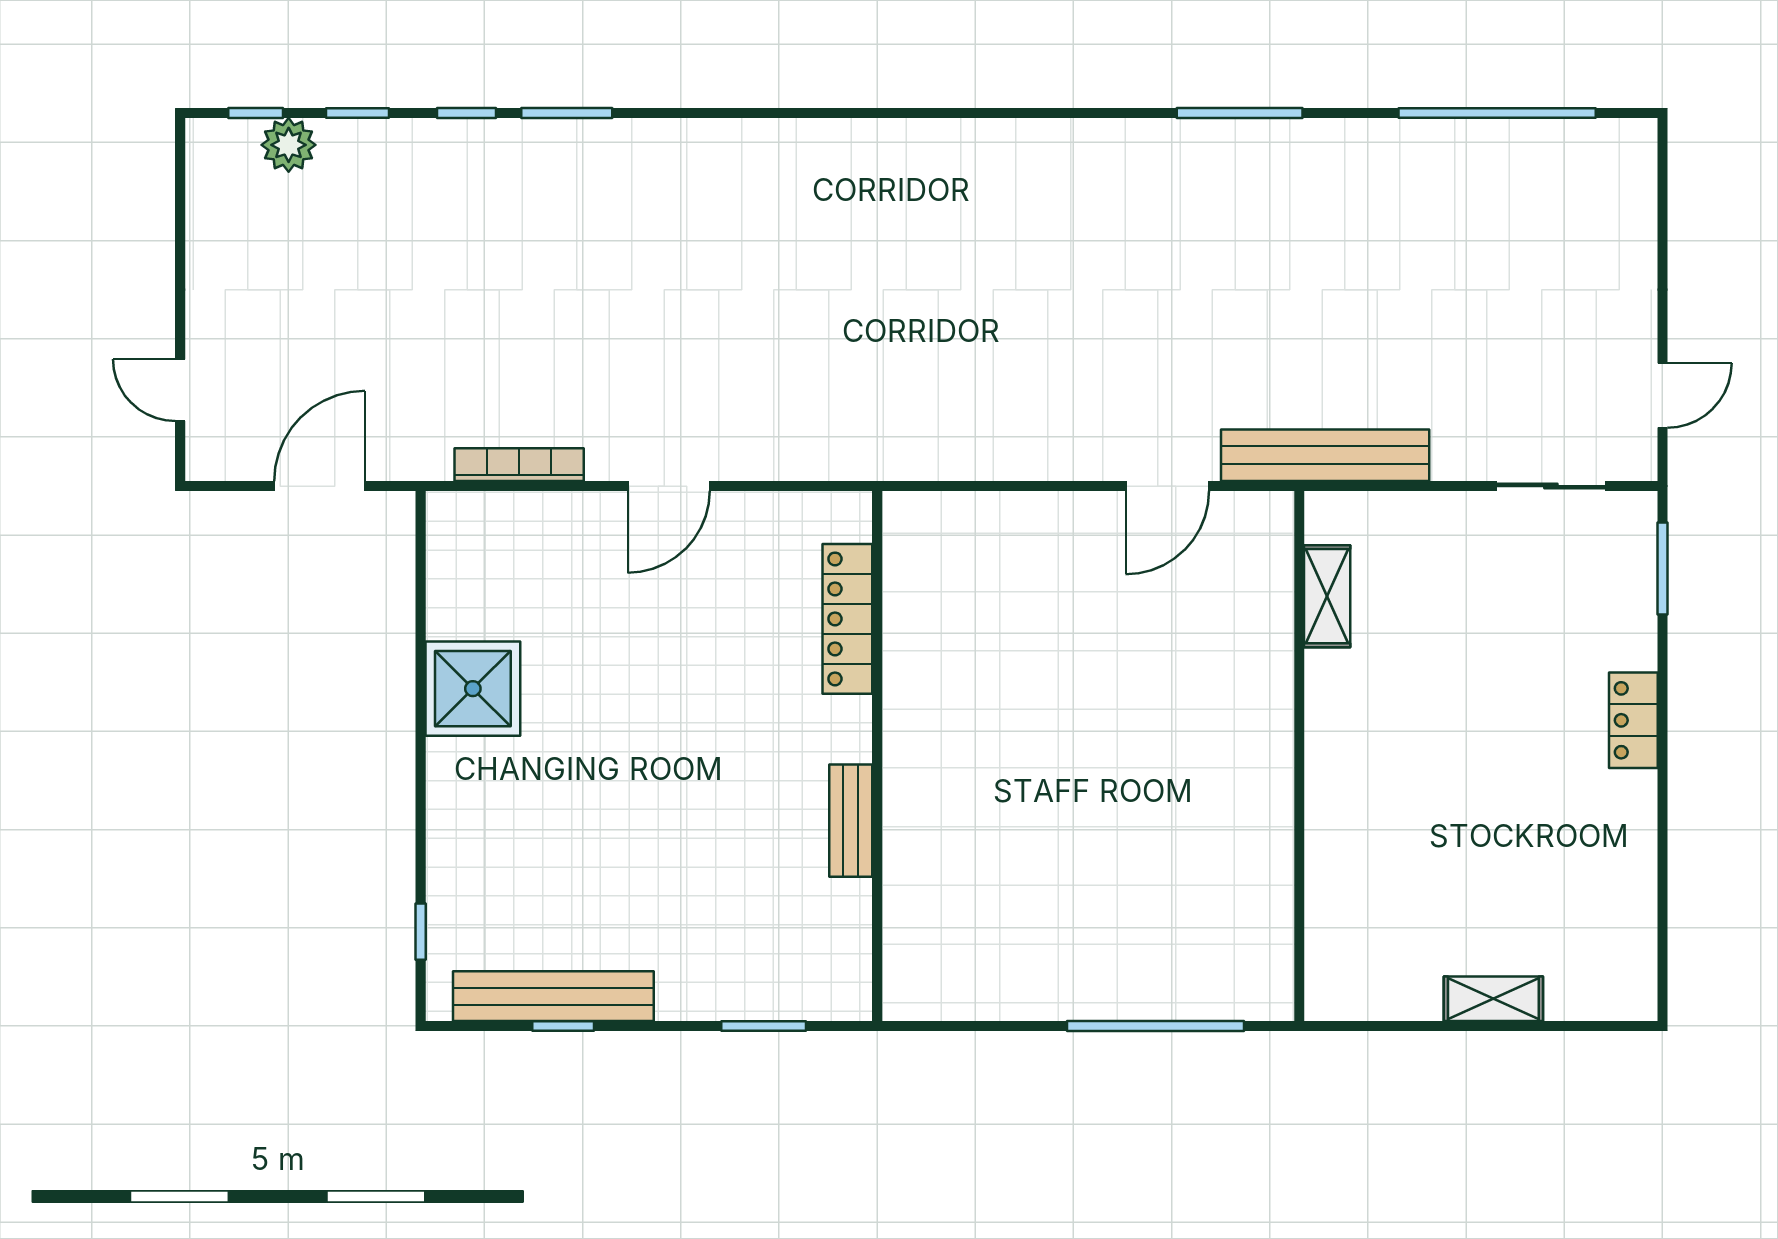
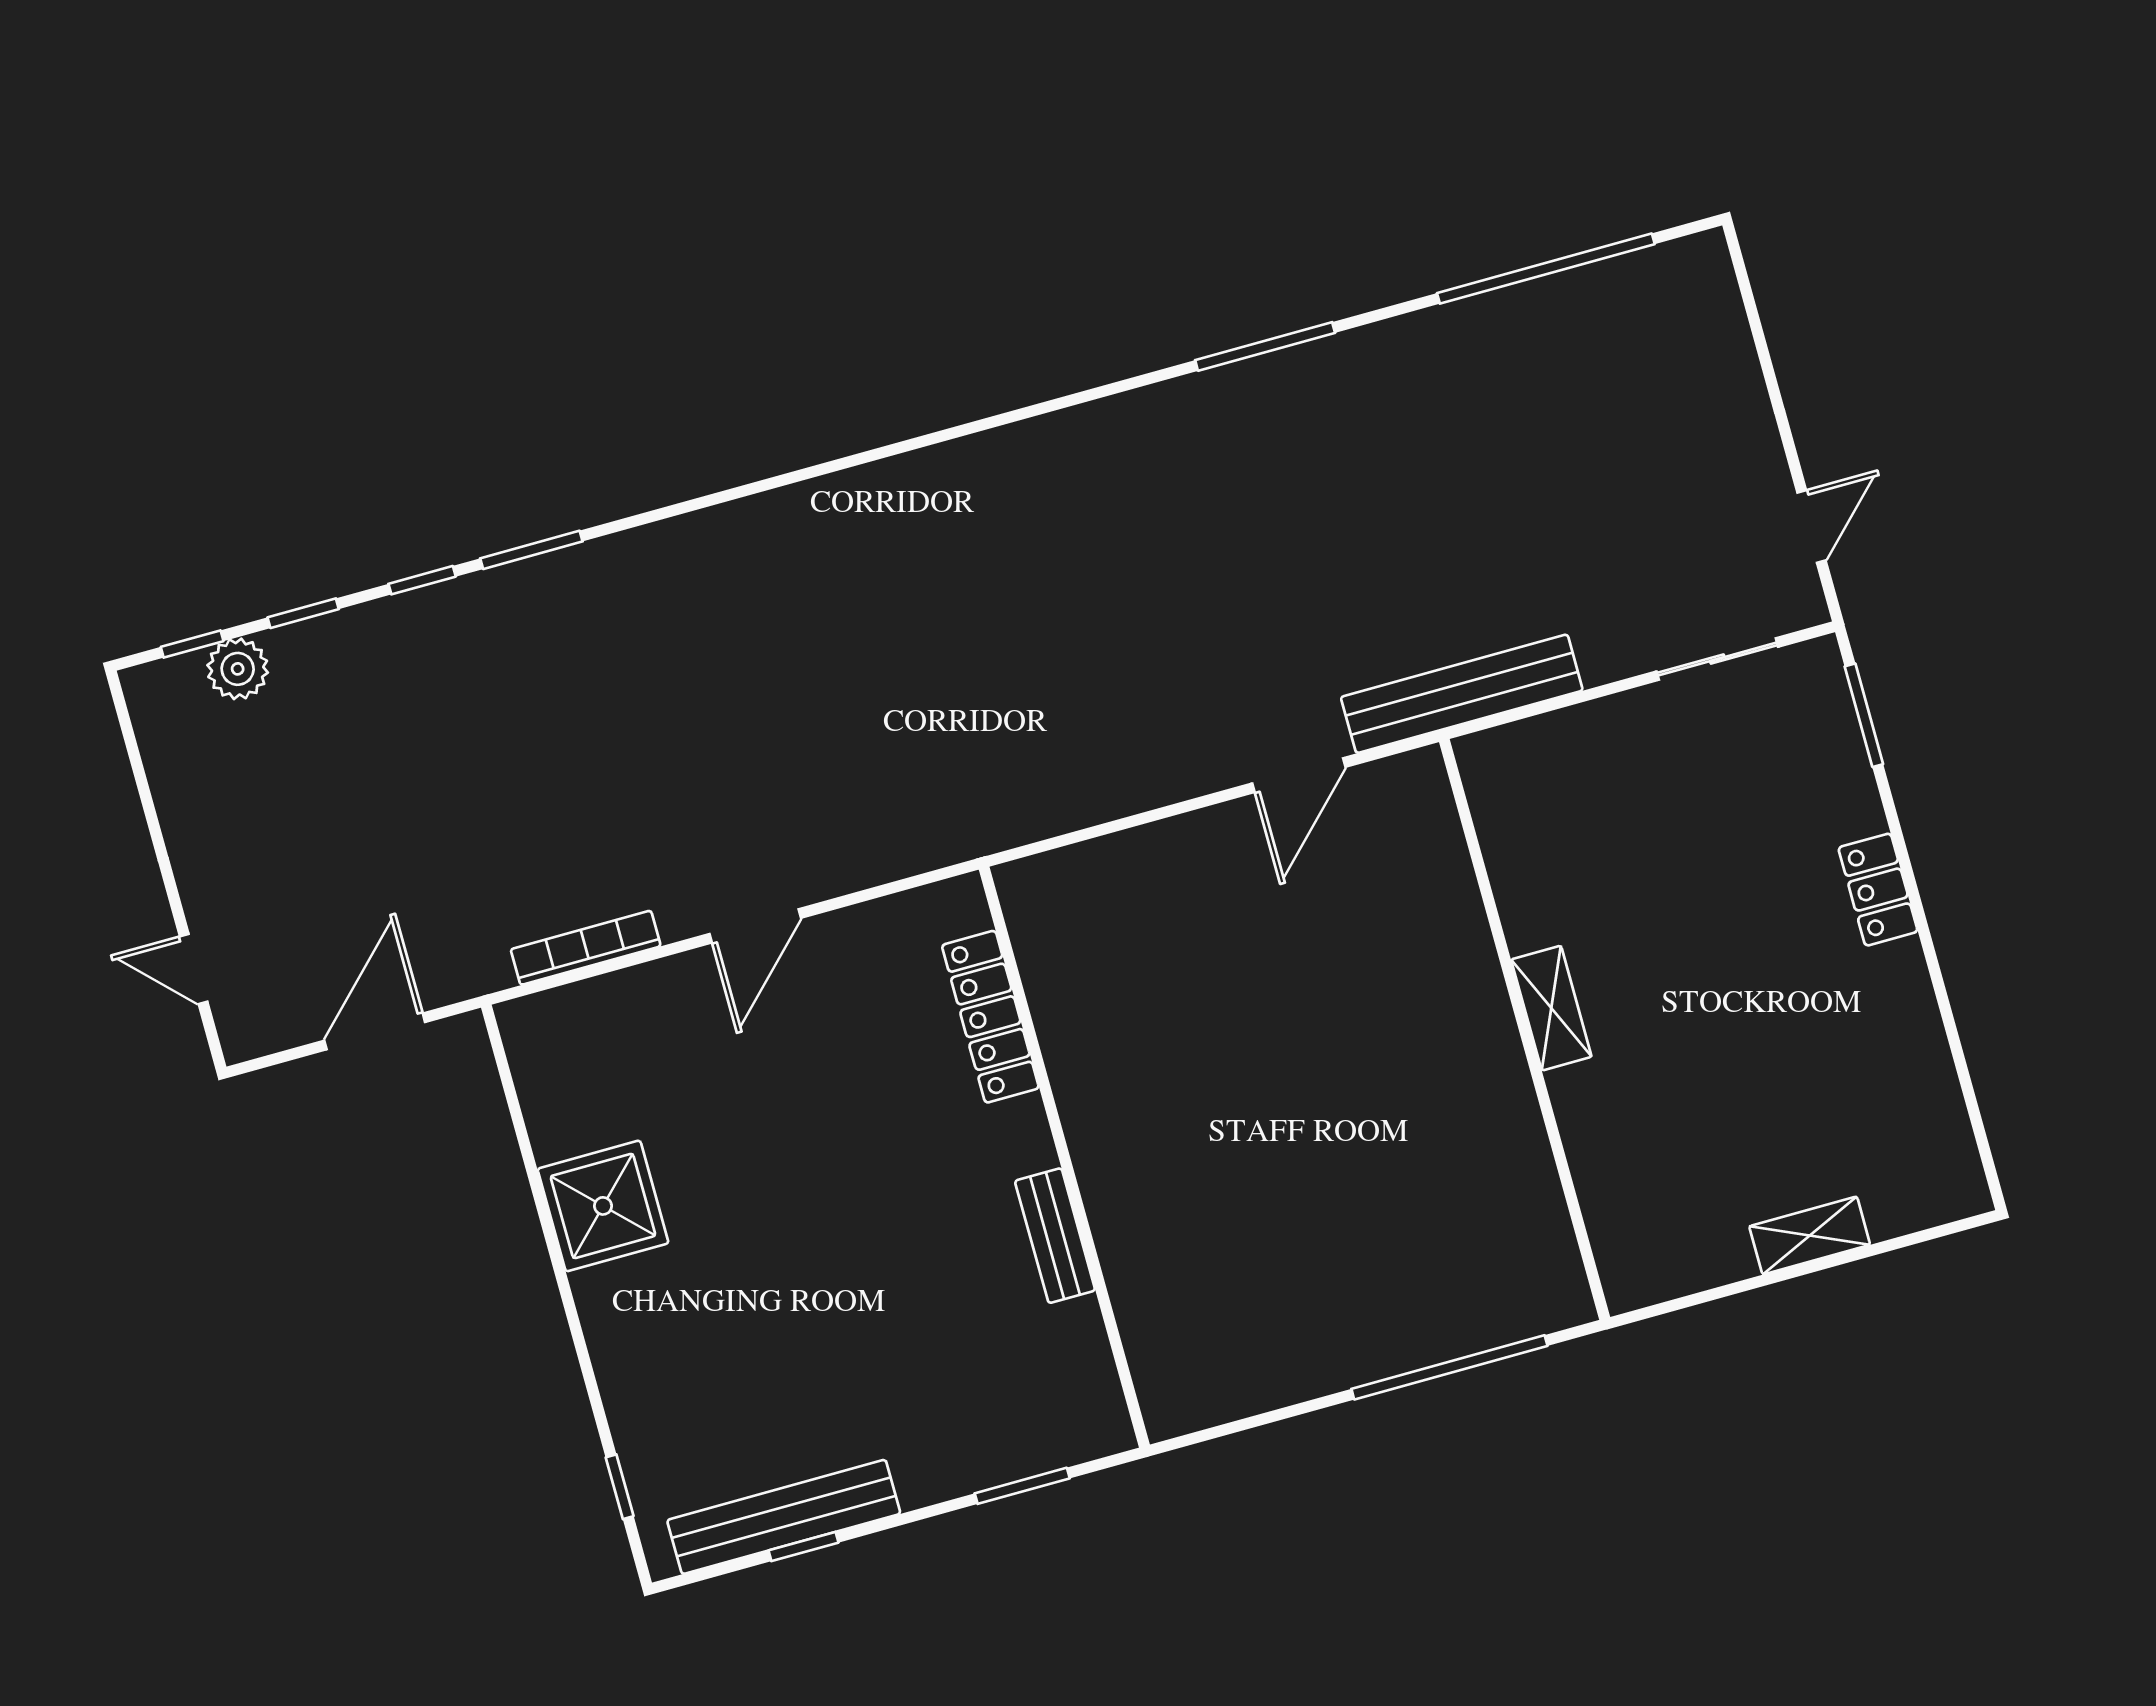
shelving: (1327, 596) -> (1551, 1008), moved

